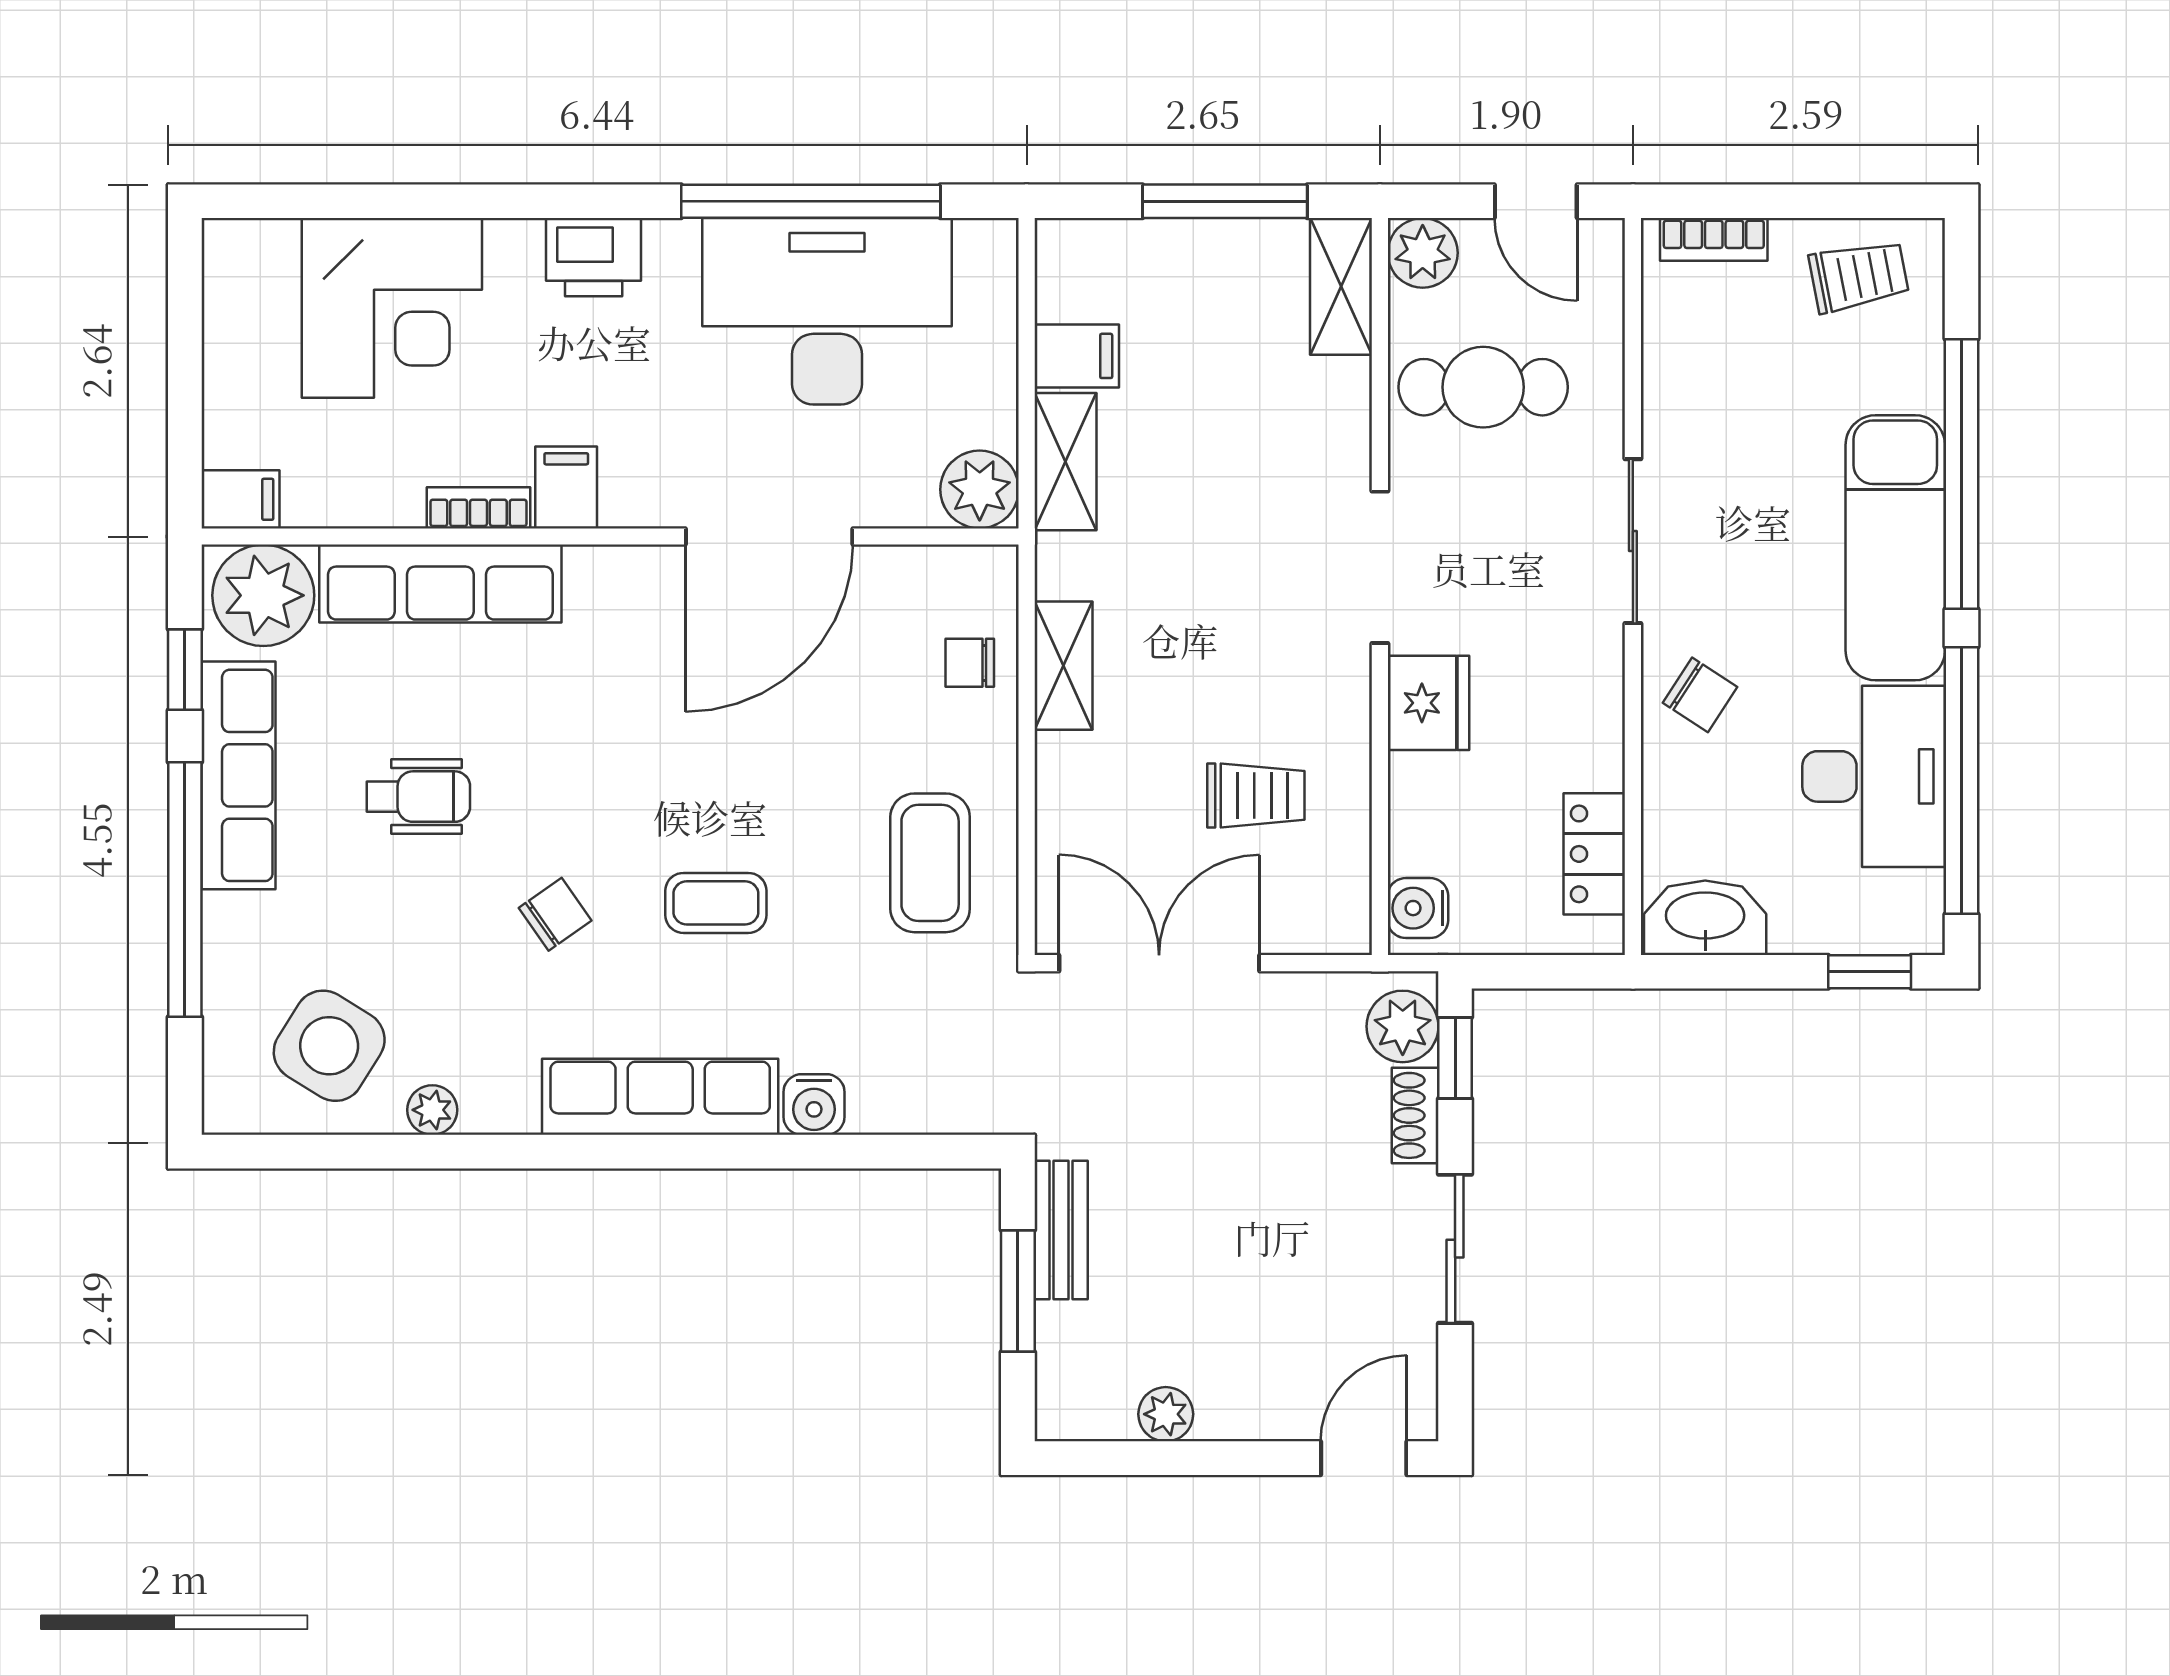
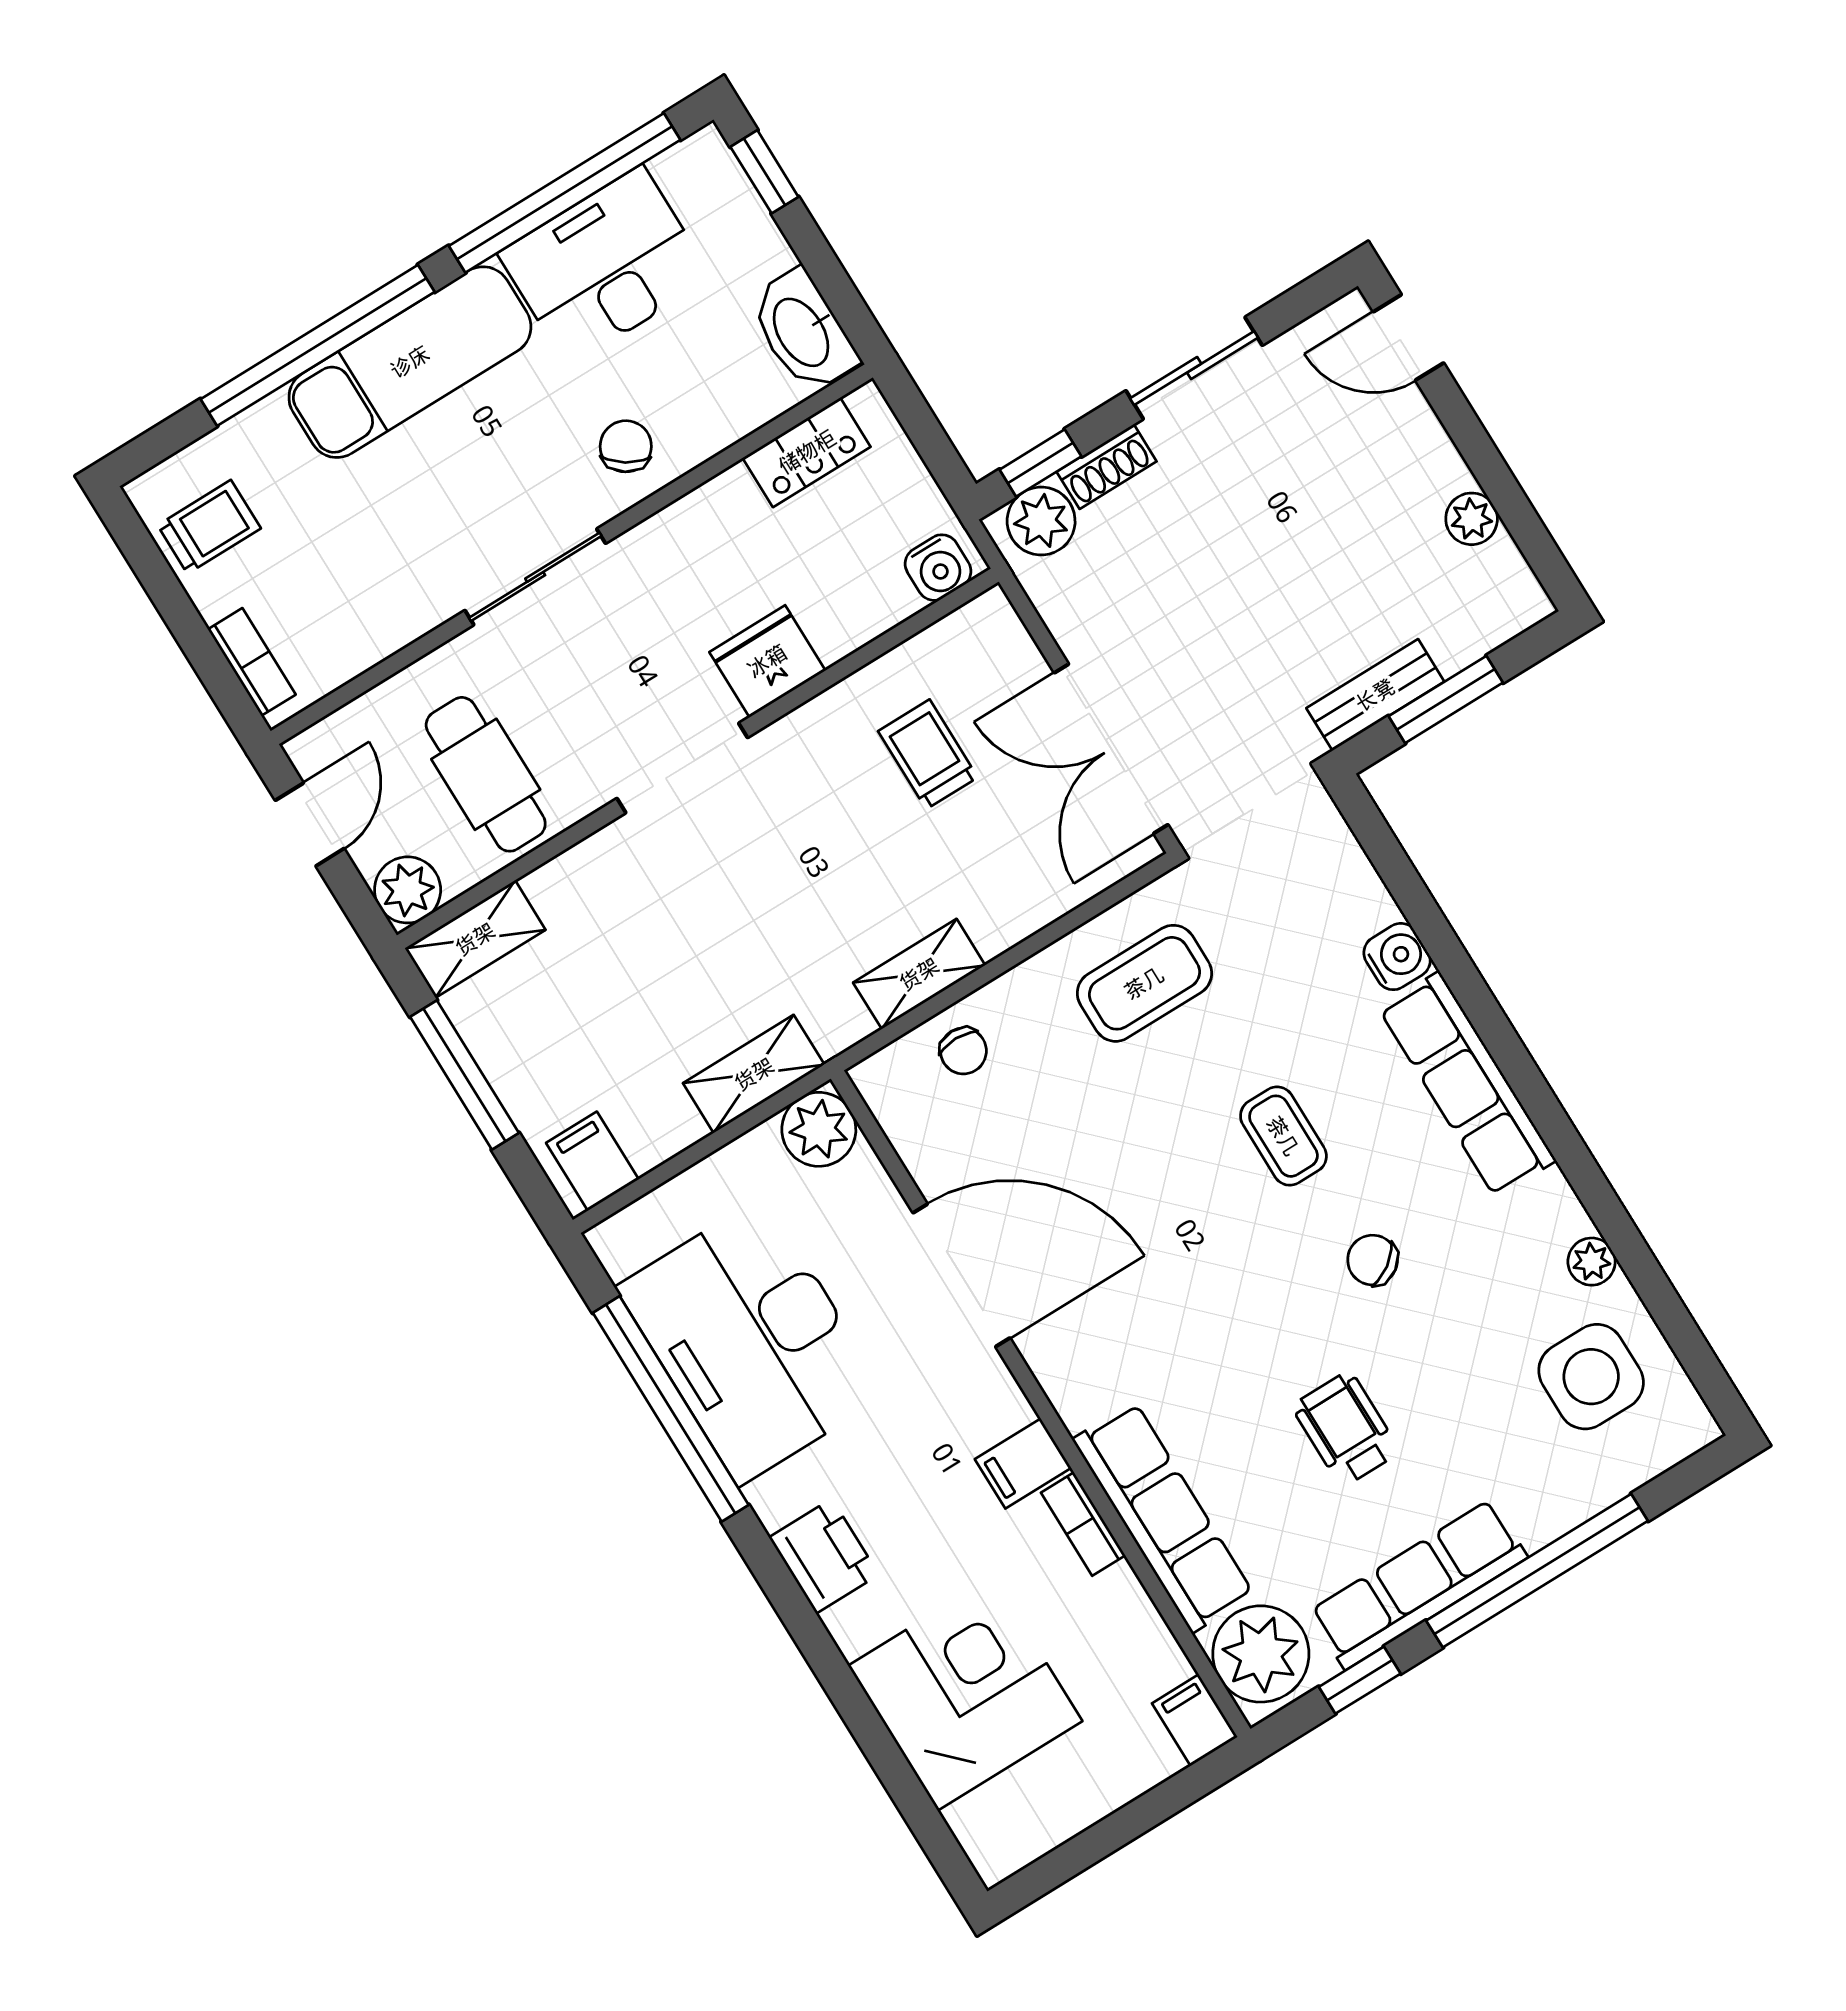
trolley: (1859, 276) -> (209, 527), turned 101
filing cabinet: (1077, 356) -> (592, 1161), moved
side table: (329, 1046) -> (1591, 1377), turned -32

